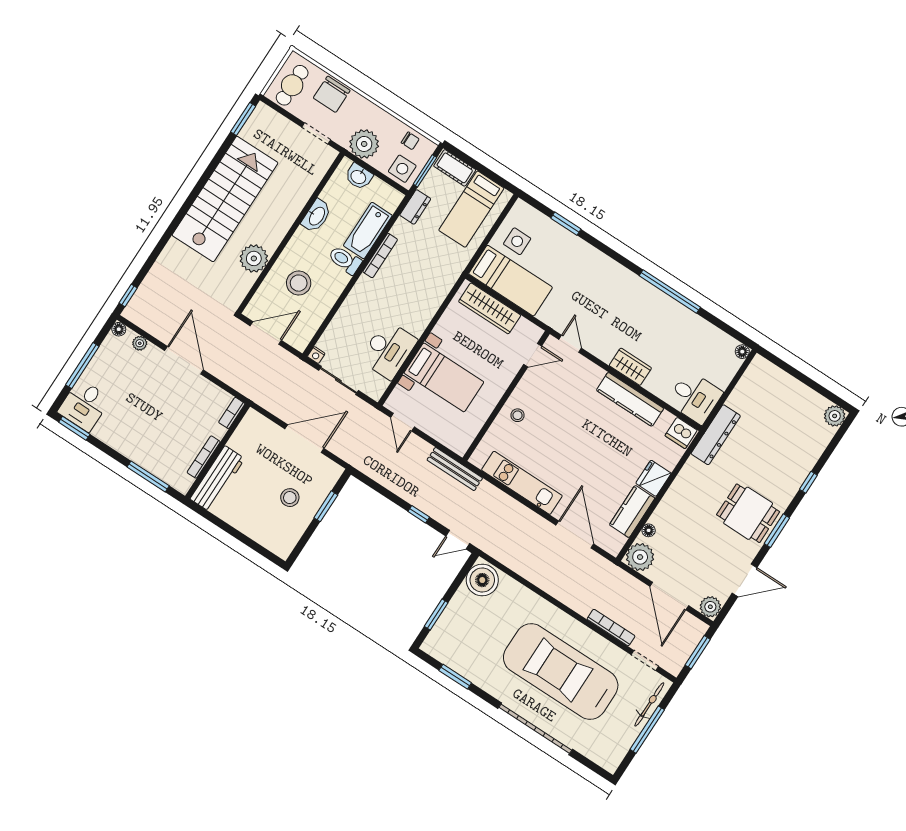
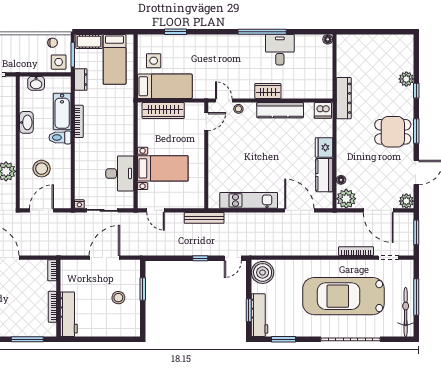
plant: (364, 144) -> (27, 62), removed
desk: (695, 397) -> (280, 50), moved, turned -90
stool: (517, 415) -> (238, 109), moved
plant: (835, 416) -> (406, 79), moved
workbench: (445, 629) -> (259, 315), added
bicycle: (649, 704) -> (406, 312), moved, width x1.37, depth x1.40

